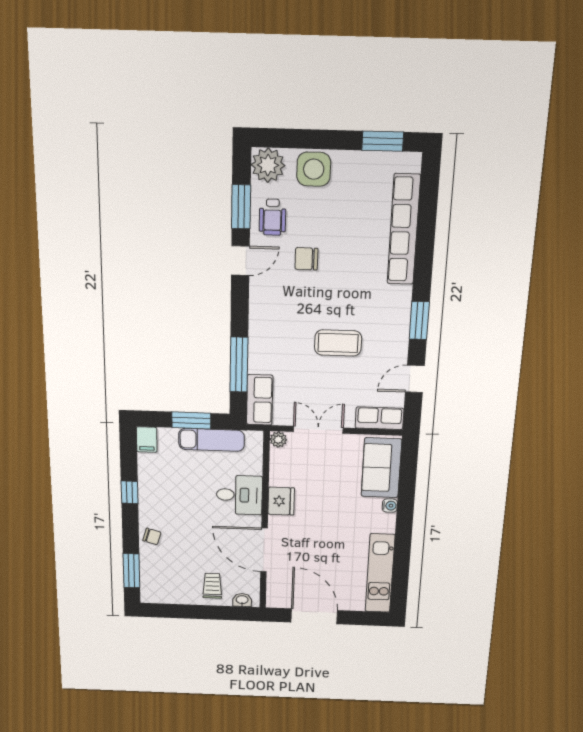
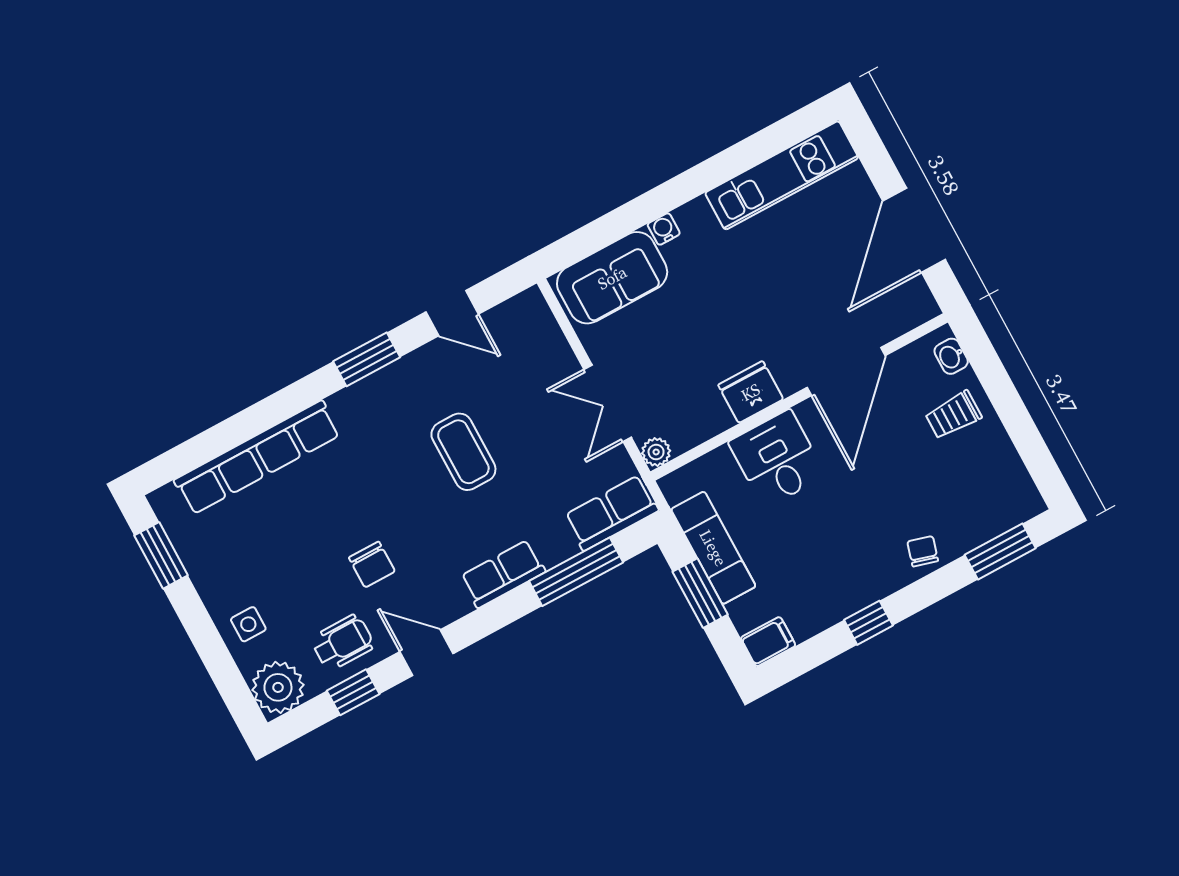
side table: (314, 169) -> (248, 624), width x0.54, depth x0.54
window: (241, 207) -> (353, 692), width x0.67
row of seats: (380, 418) -> (503, 574), moved, turned 90

